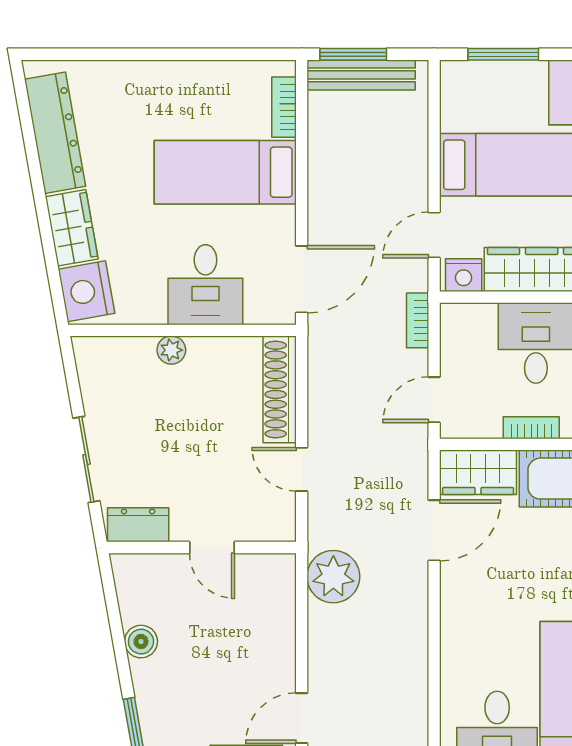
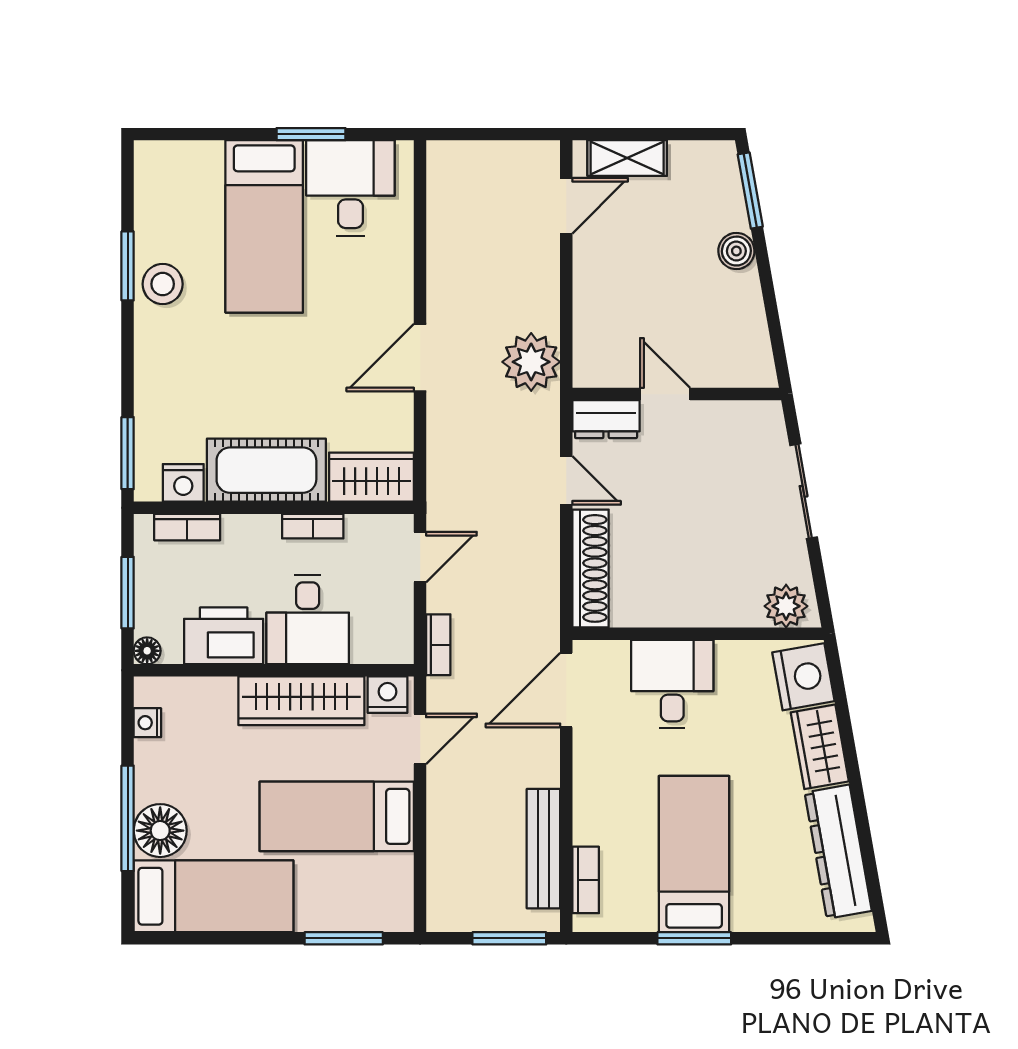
window: (186, 54) -> (694, 938), added
bench: (361, 75) -> (543, 849), moved, turned 90
bed: (225, 172) -> (694, 854), moved, turned -90
plant: (171, 350) -> (786, 606), moved, width x1.38, depth x1.38
dresser: (138, 525) -> (606, 419), moved
door: (434, 530) -> (420, 358), moved
boiler: (141, 642) -> (736, 251), moved

